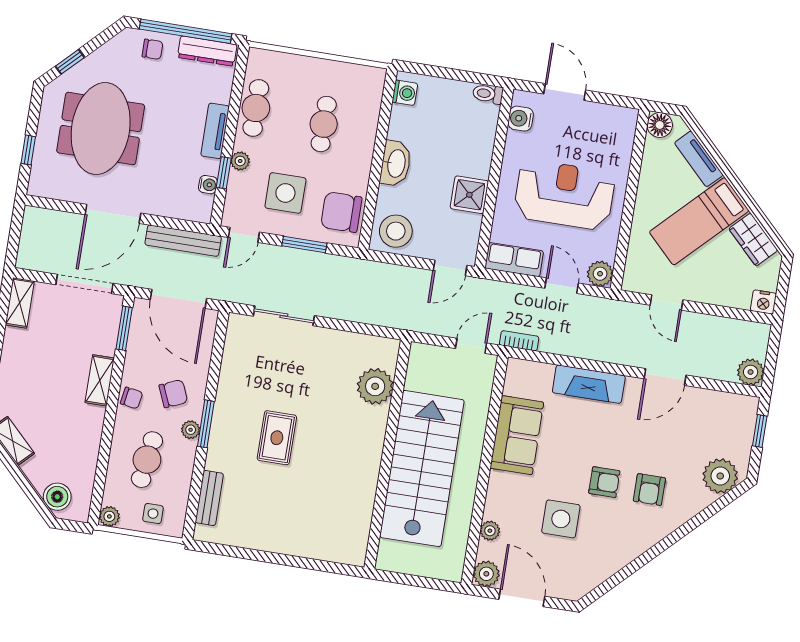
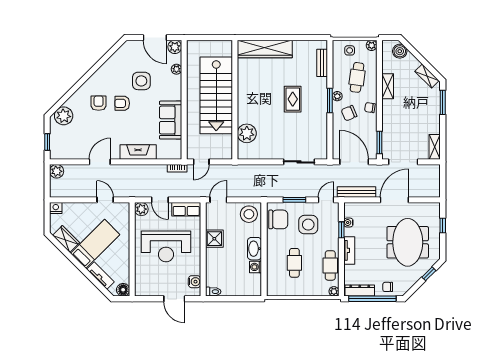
washing machine: (405, 93) -> (256, 267), moved
plant: (240, 161) -> (334, 291), moved
shelving: (100, 380) -> (388, 86), moved
wardrobe: (315, 542) -> (265, 49), added

